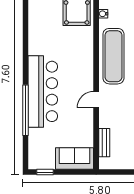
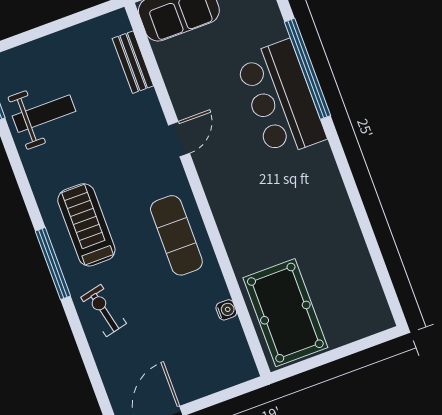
exercise mat: (113, 56) -> (176, 235), width x0.73, depth x0.69
bar counter: (43, 91) -> (281, 99), width x0.73

